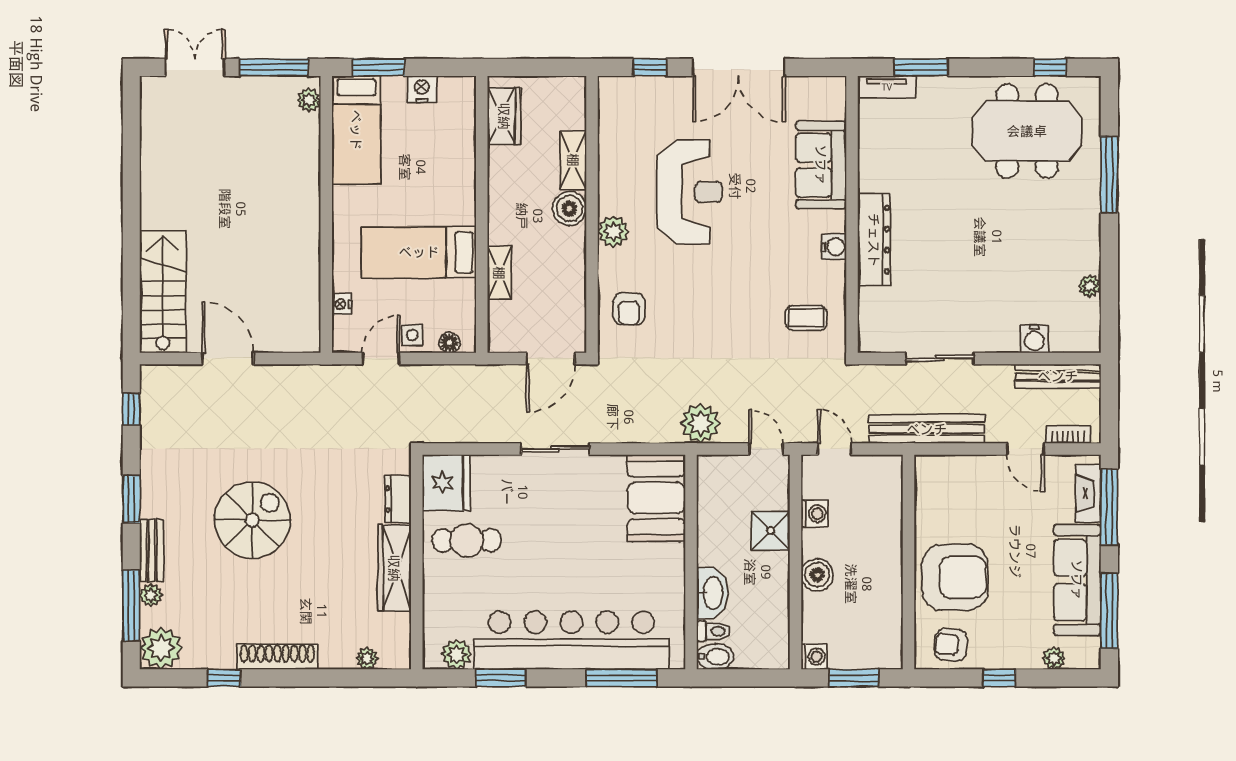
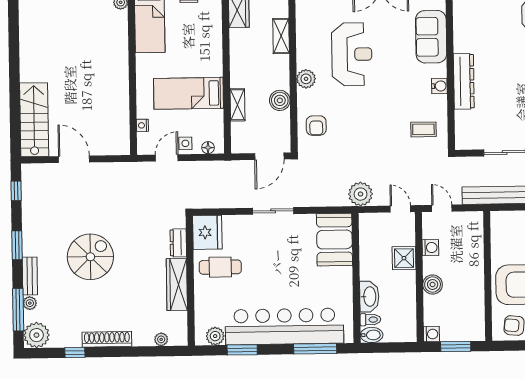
boiler: (569, 209) -> (280, 100), moved

